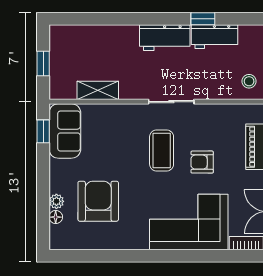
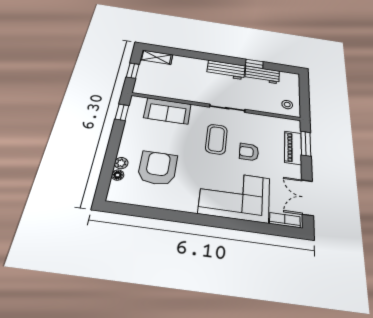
shelving: (98, 90) -> (157, 57), moved
sofa: (65, 131) -> (168, 111), moved, turned 90

